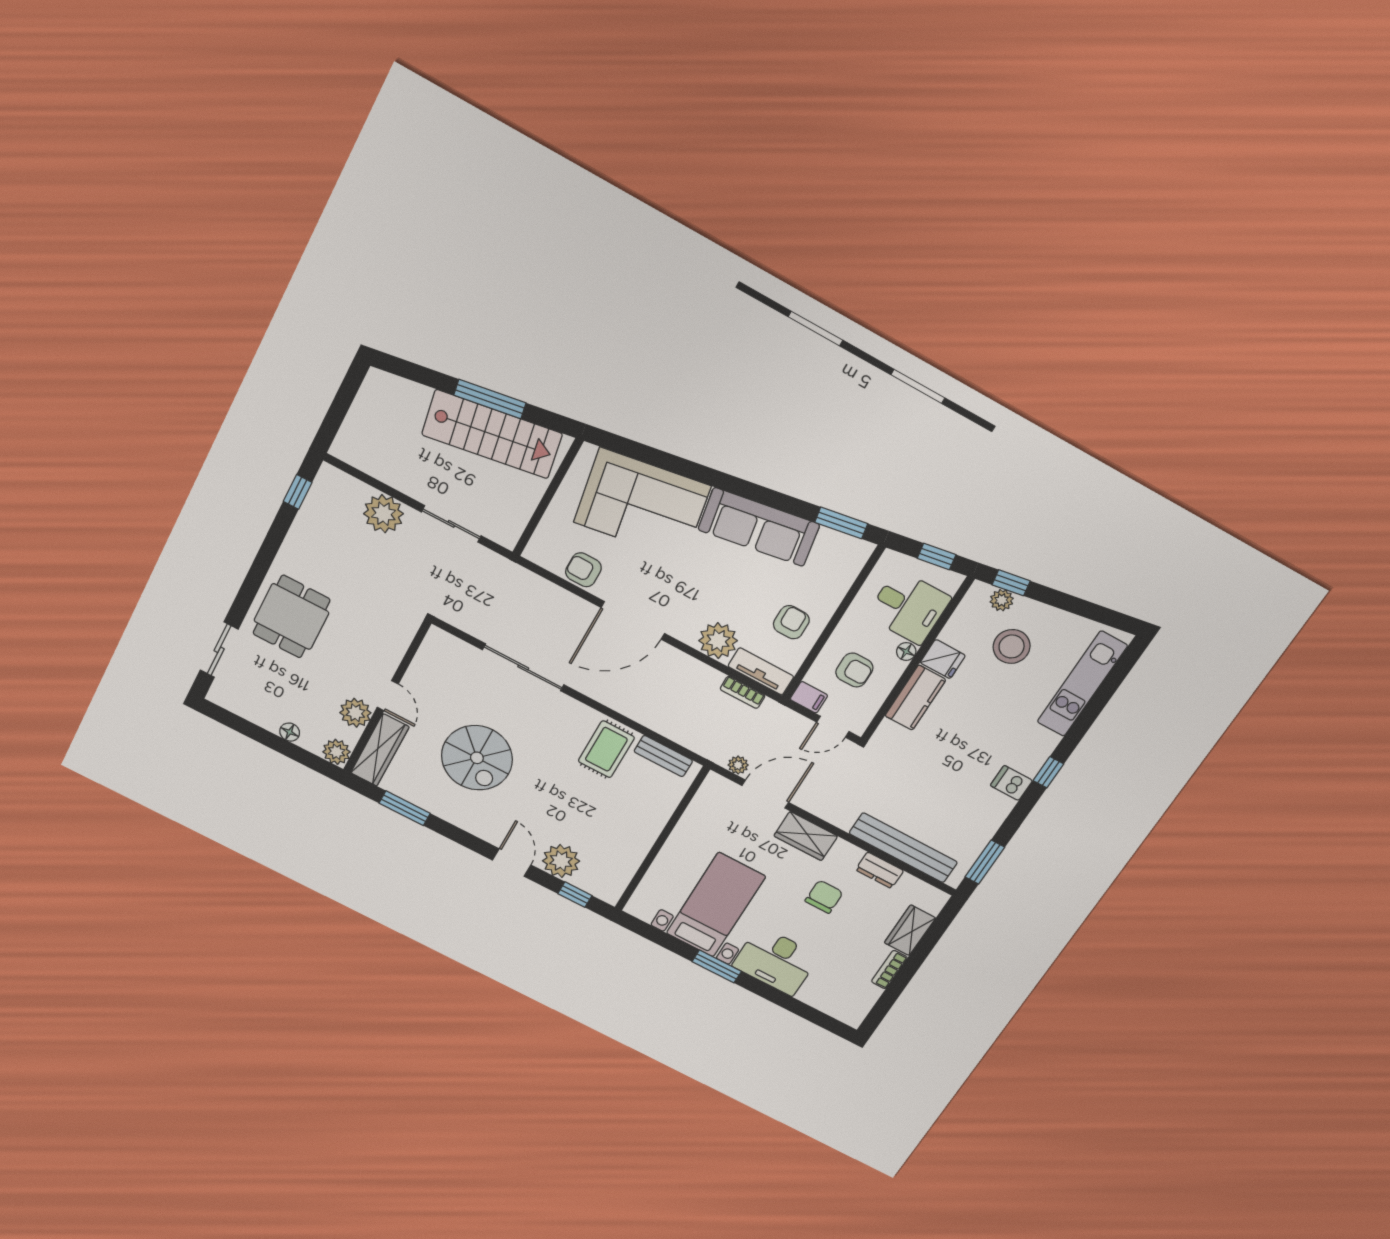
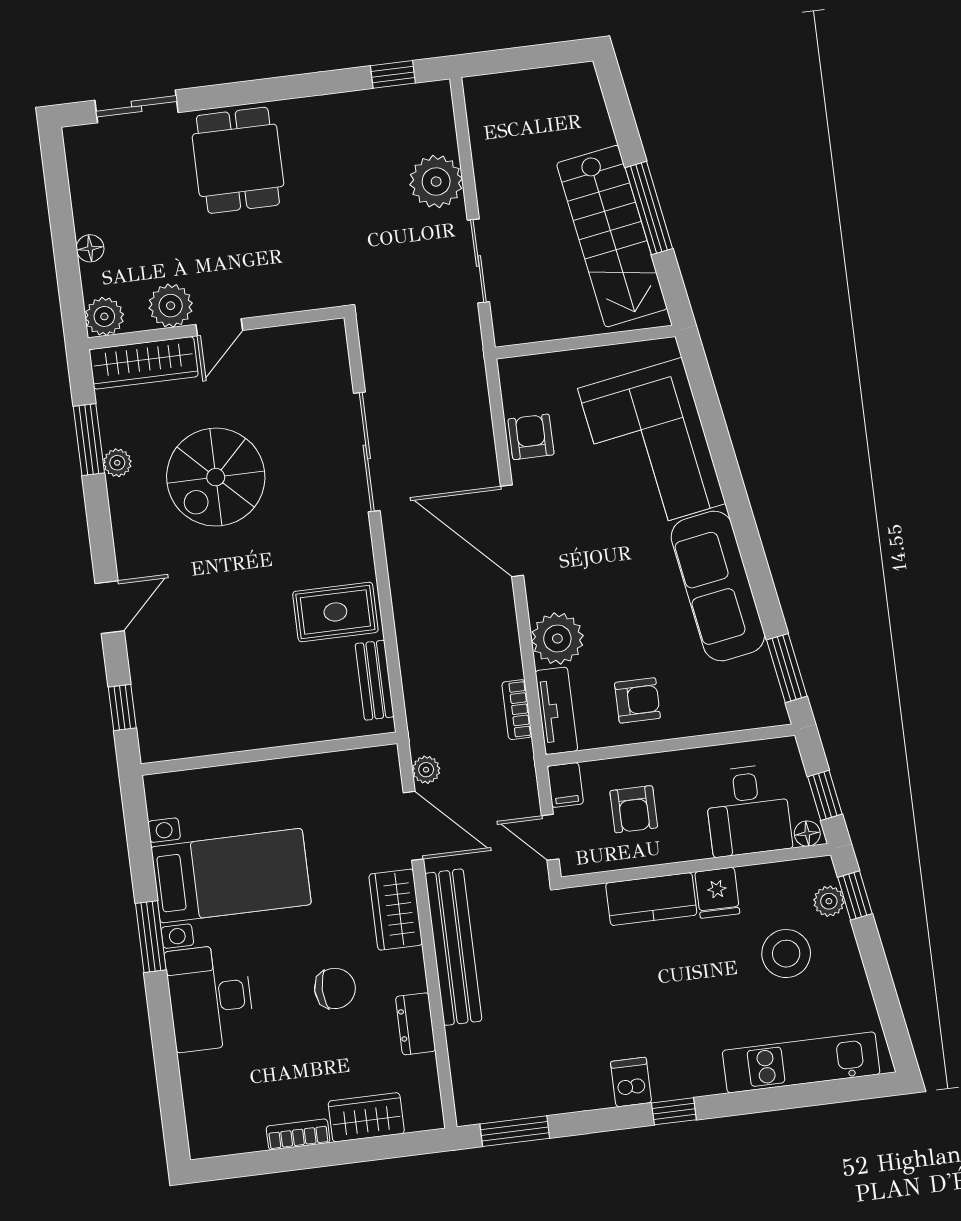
dining table: (291, 617) -> (238, 160), turned 90
floor lamp: (906, 651) -> (807, 834), moved
bench: (903, 848) -> (453, 947), moved
plant: (561, 861) -> (117, 463), moved, width x0.53, depth x0.53

